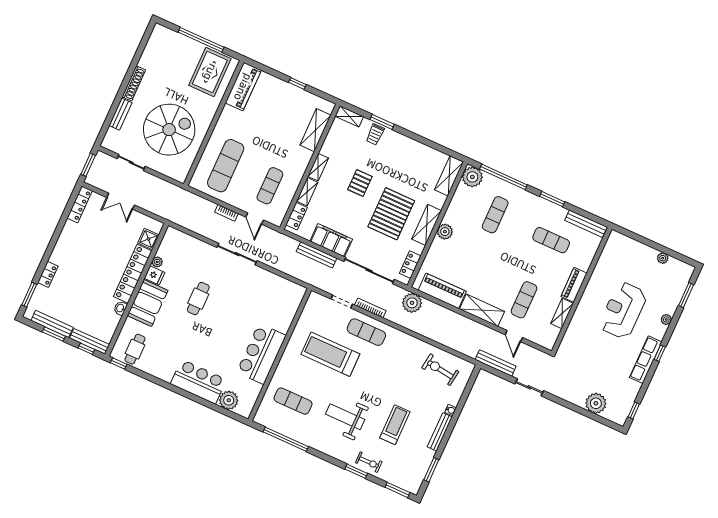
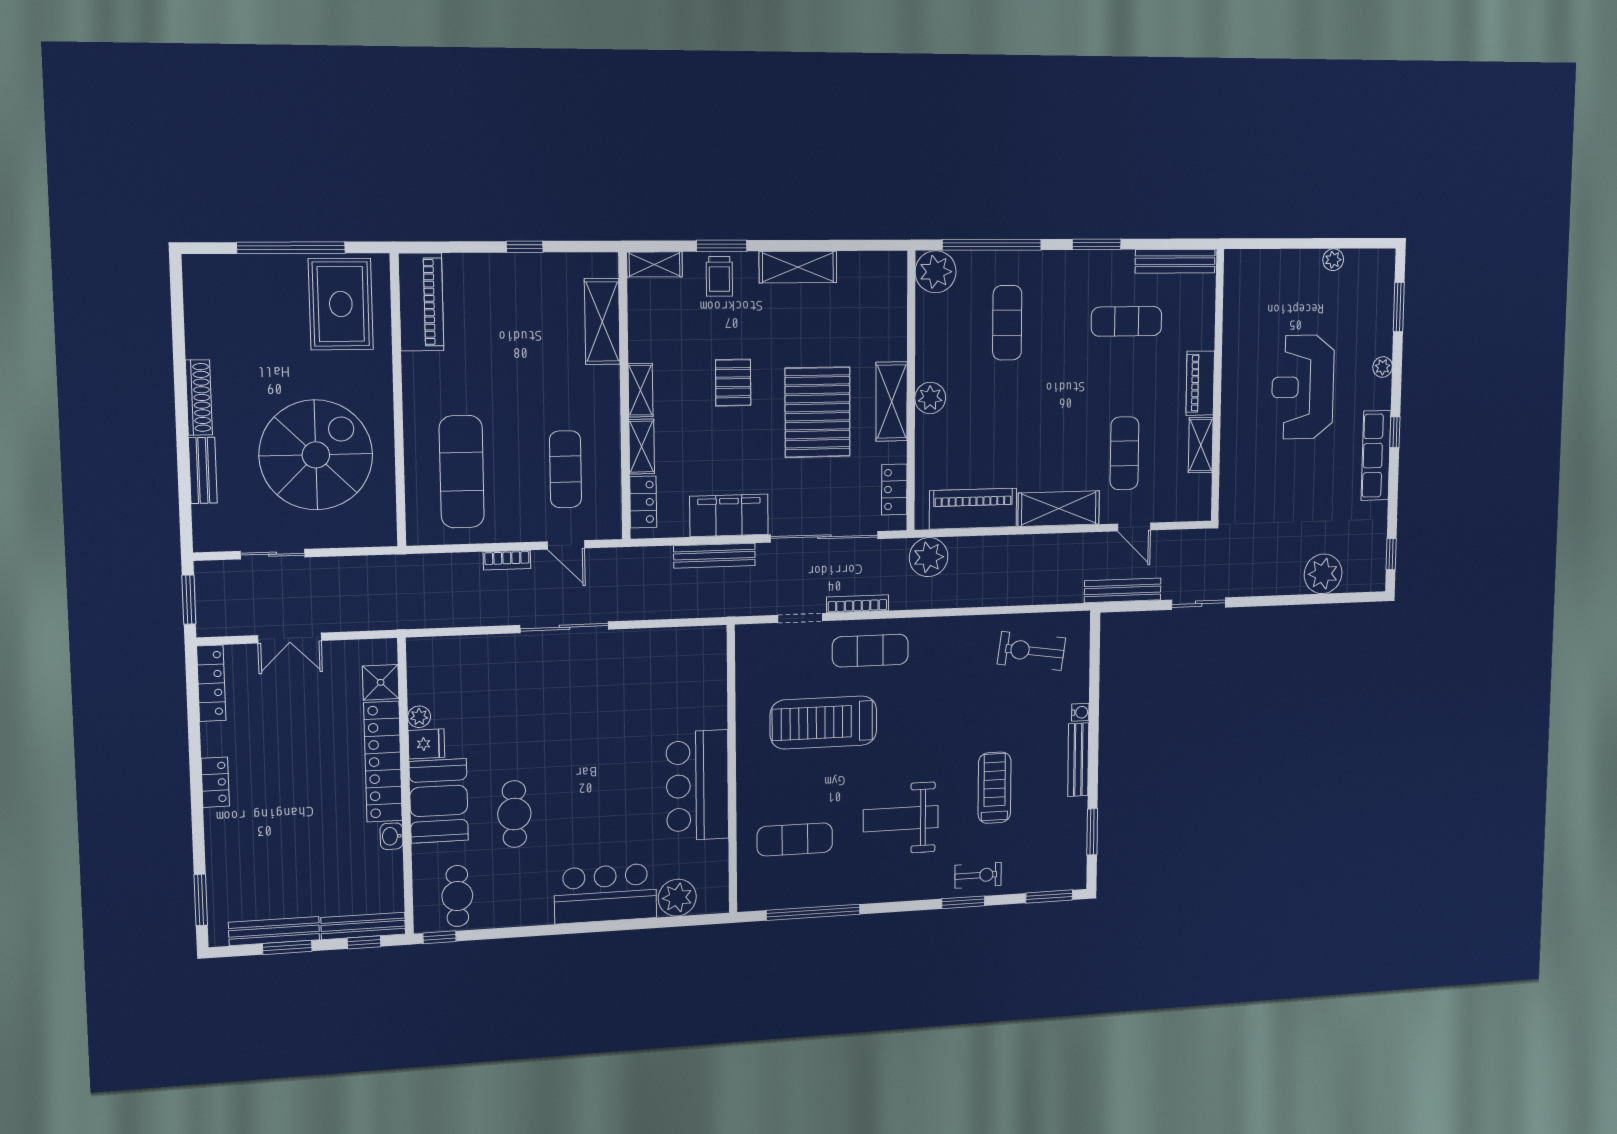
shelving: (449, 176) -> (798, 267), moved, turned 90
locker: (48, 274) -> (215, 782), moved
cafe table: (198, 299) -> (514, 814), moved

